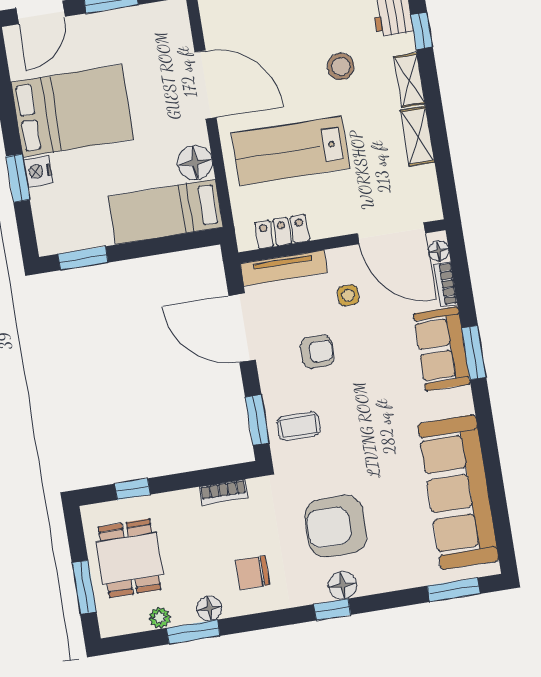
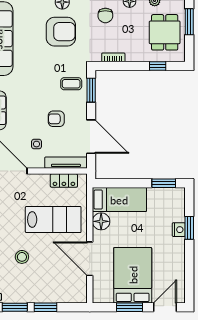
bed: (72, 111) -> (133, 275), moved, turned 90
chair: (253, 573) -> (105, 15), turned 90

